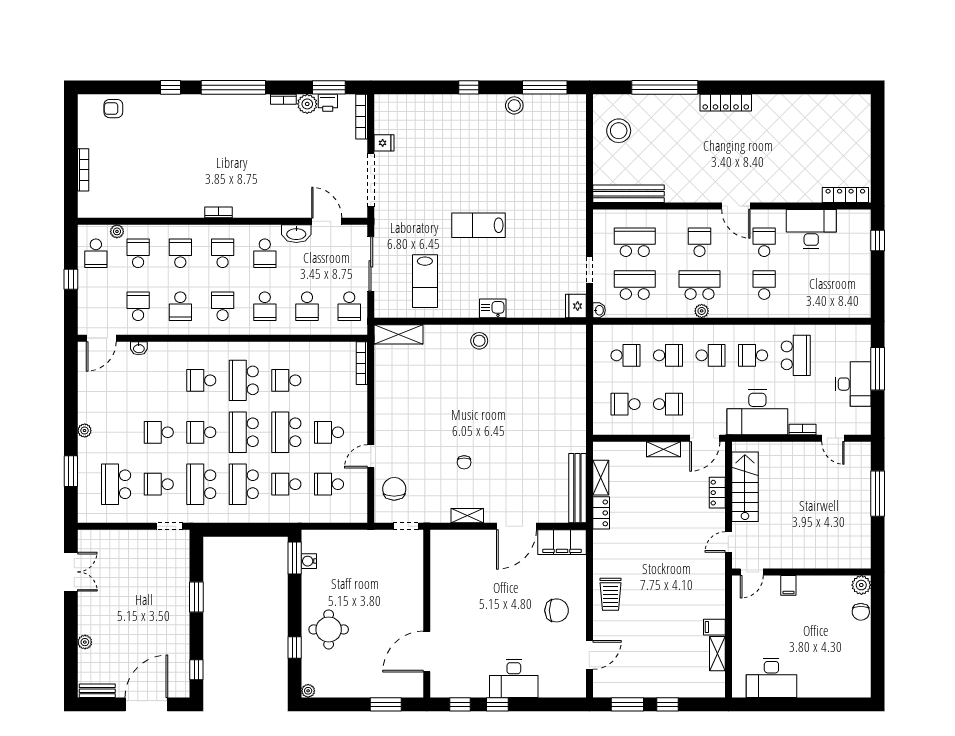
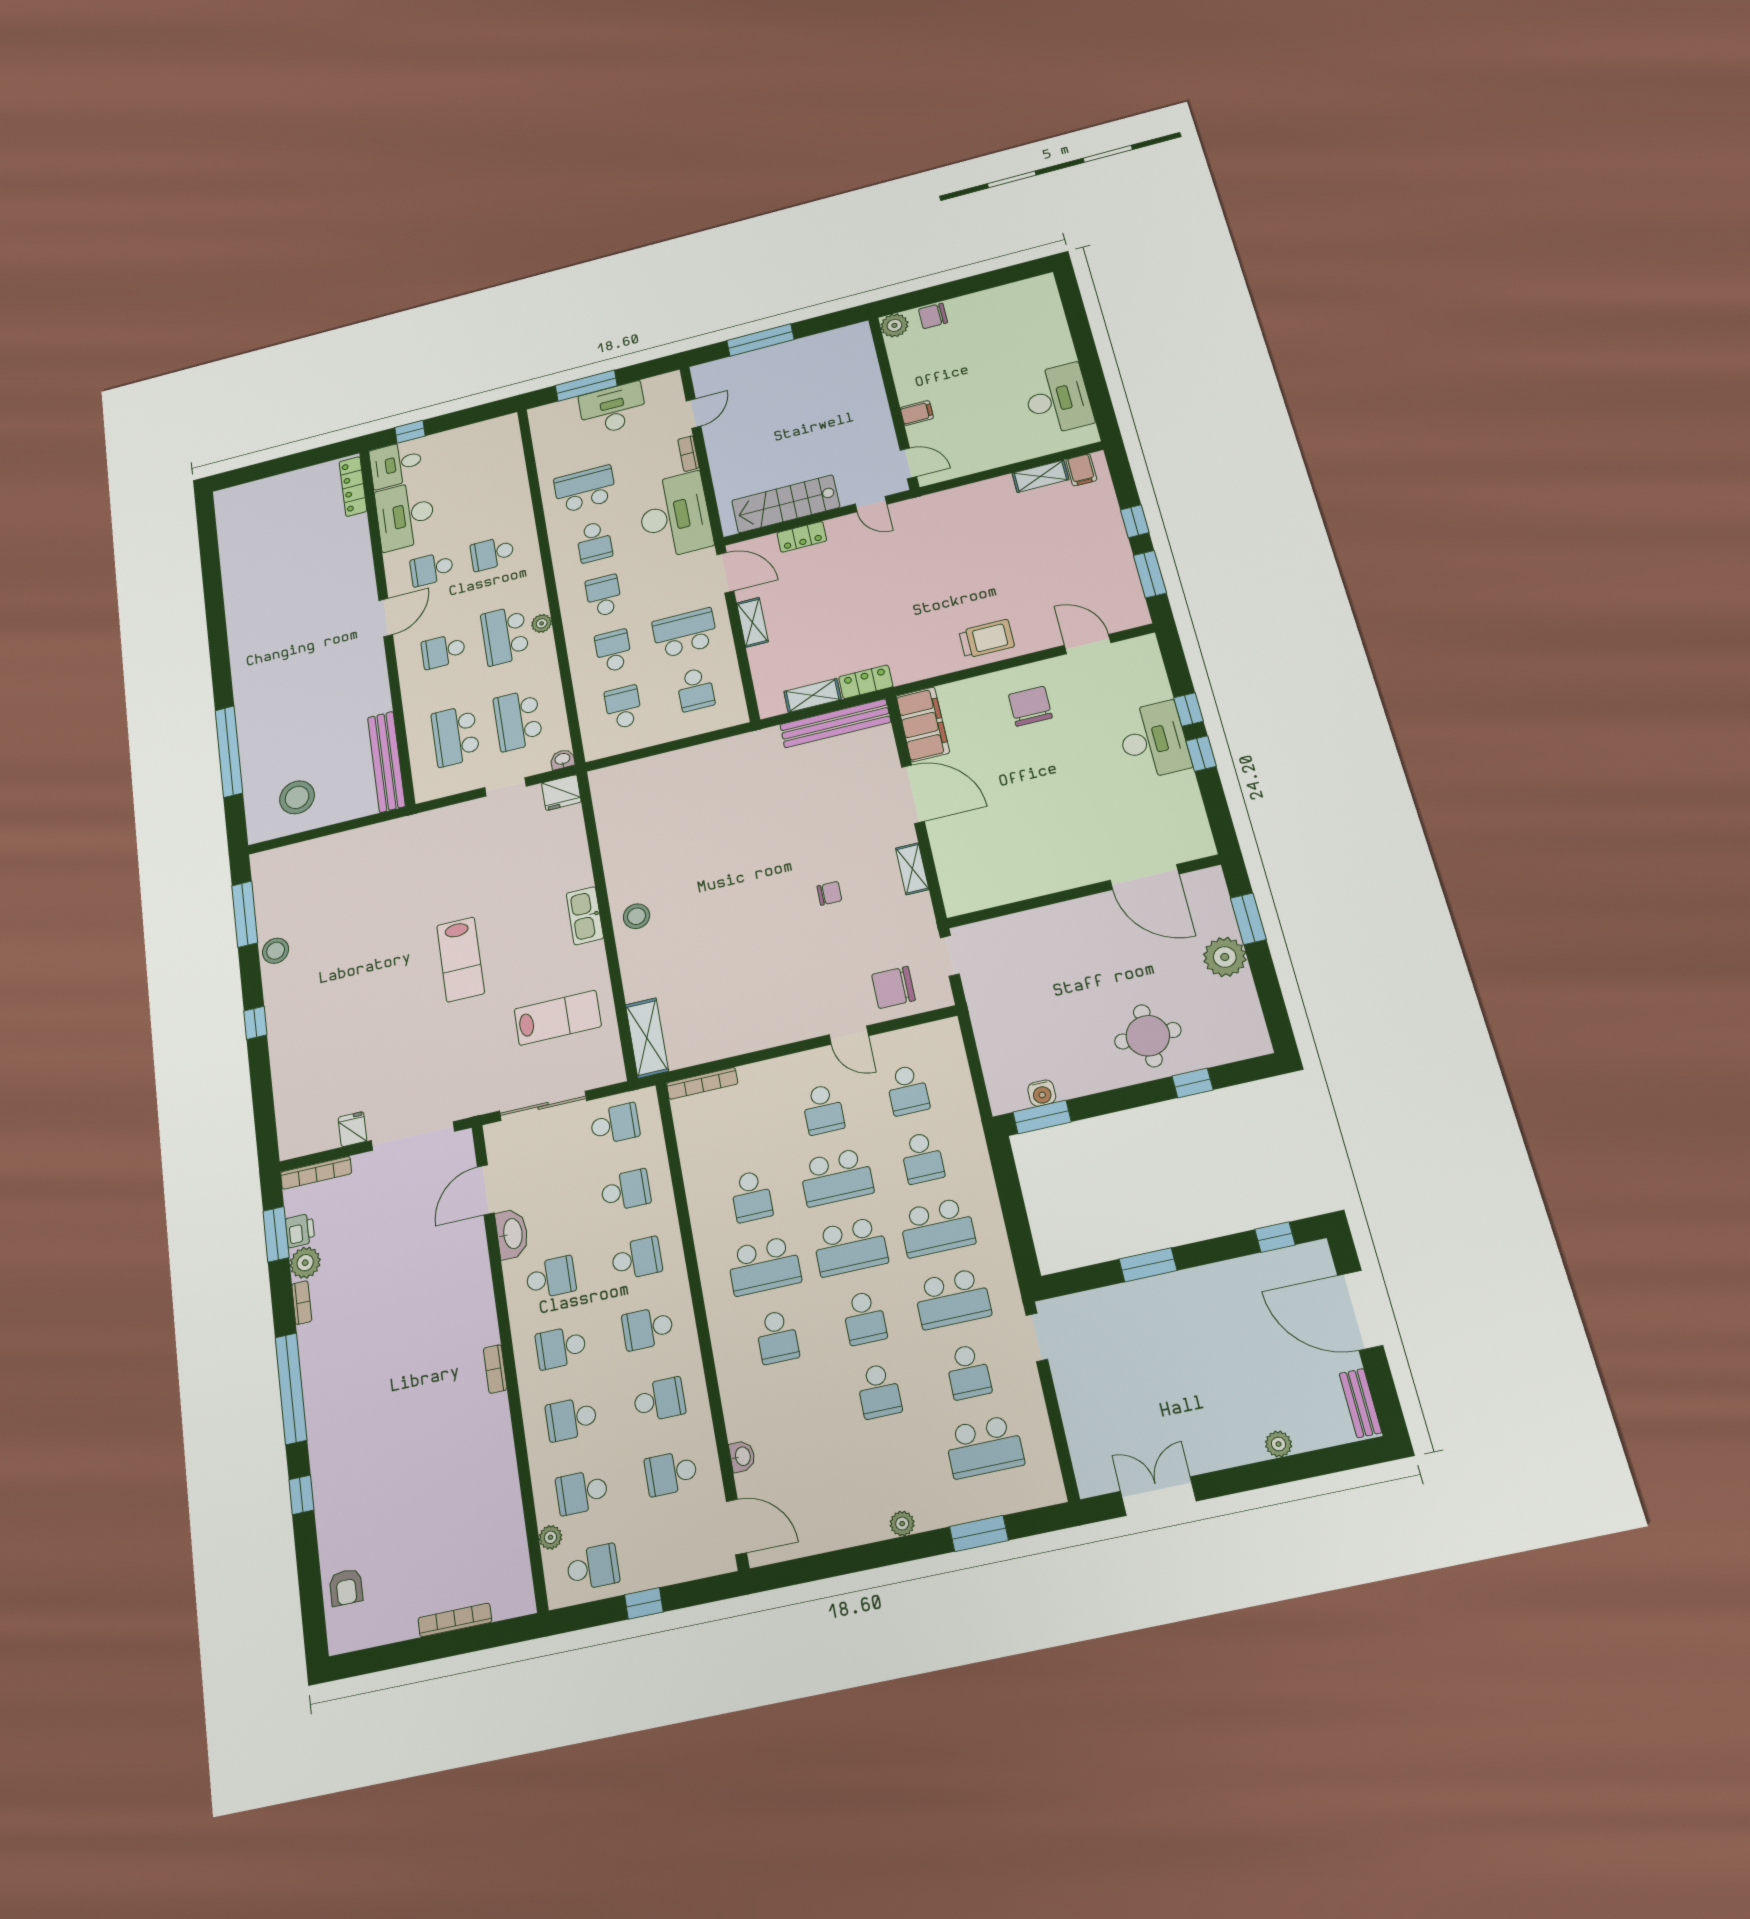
locker: (726, 103) -> (242, 667), removed
desk: (854, 227) -> (396, 464), added
kitchen sink: (493, 308) -> (585, 916), width x1.38
school desk: (668, 404) -> (685, 633), width x1.85
chair: (861, 612) -> (933, 316), turned 180
filing cabinet: (714, 627) -> (1081, 470), moved
plant: (308, 691) -> (1225, 957), moved, width x1.87, depth x1.87
window: (460, 704) -> (1189, 709), moved

